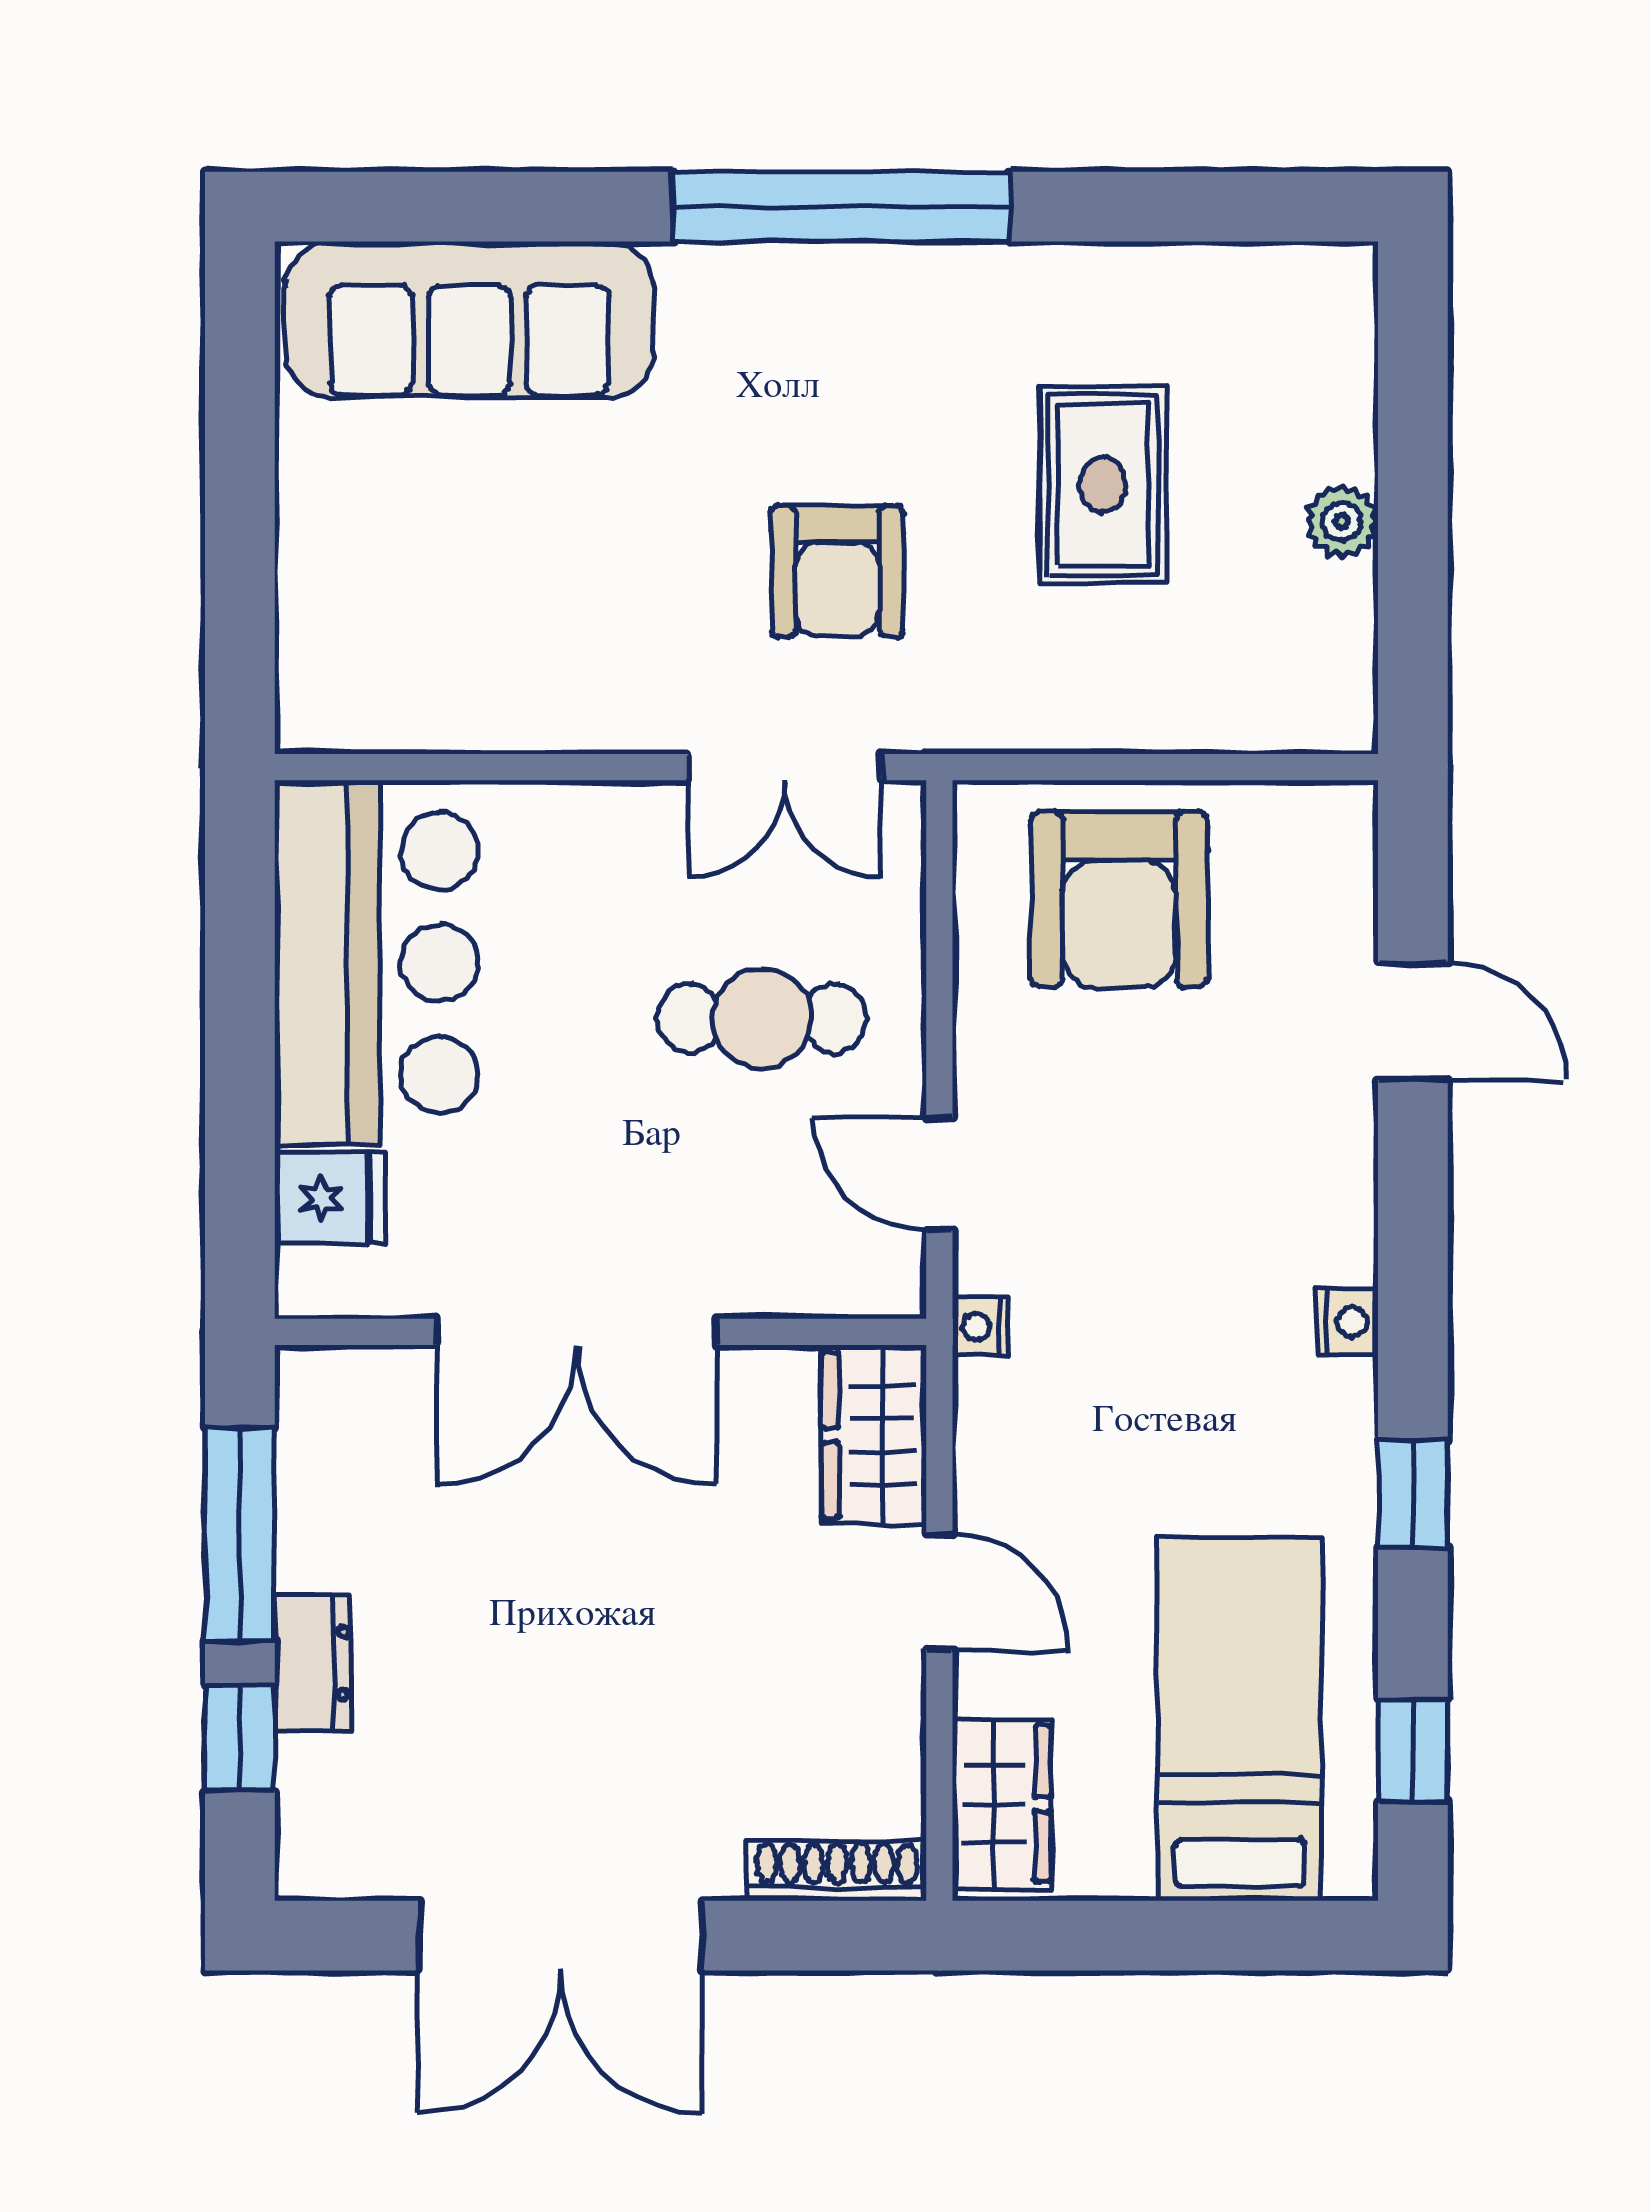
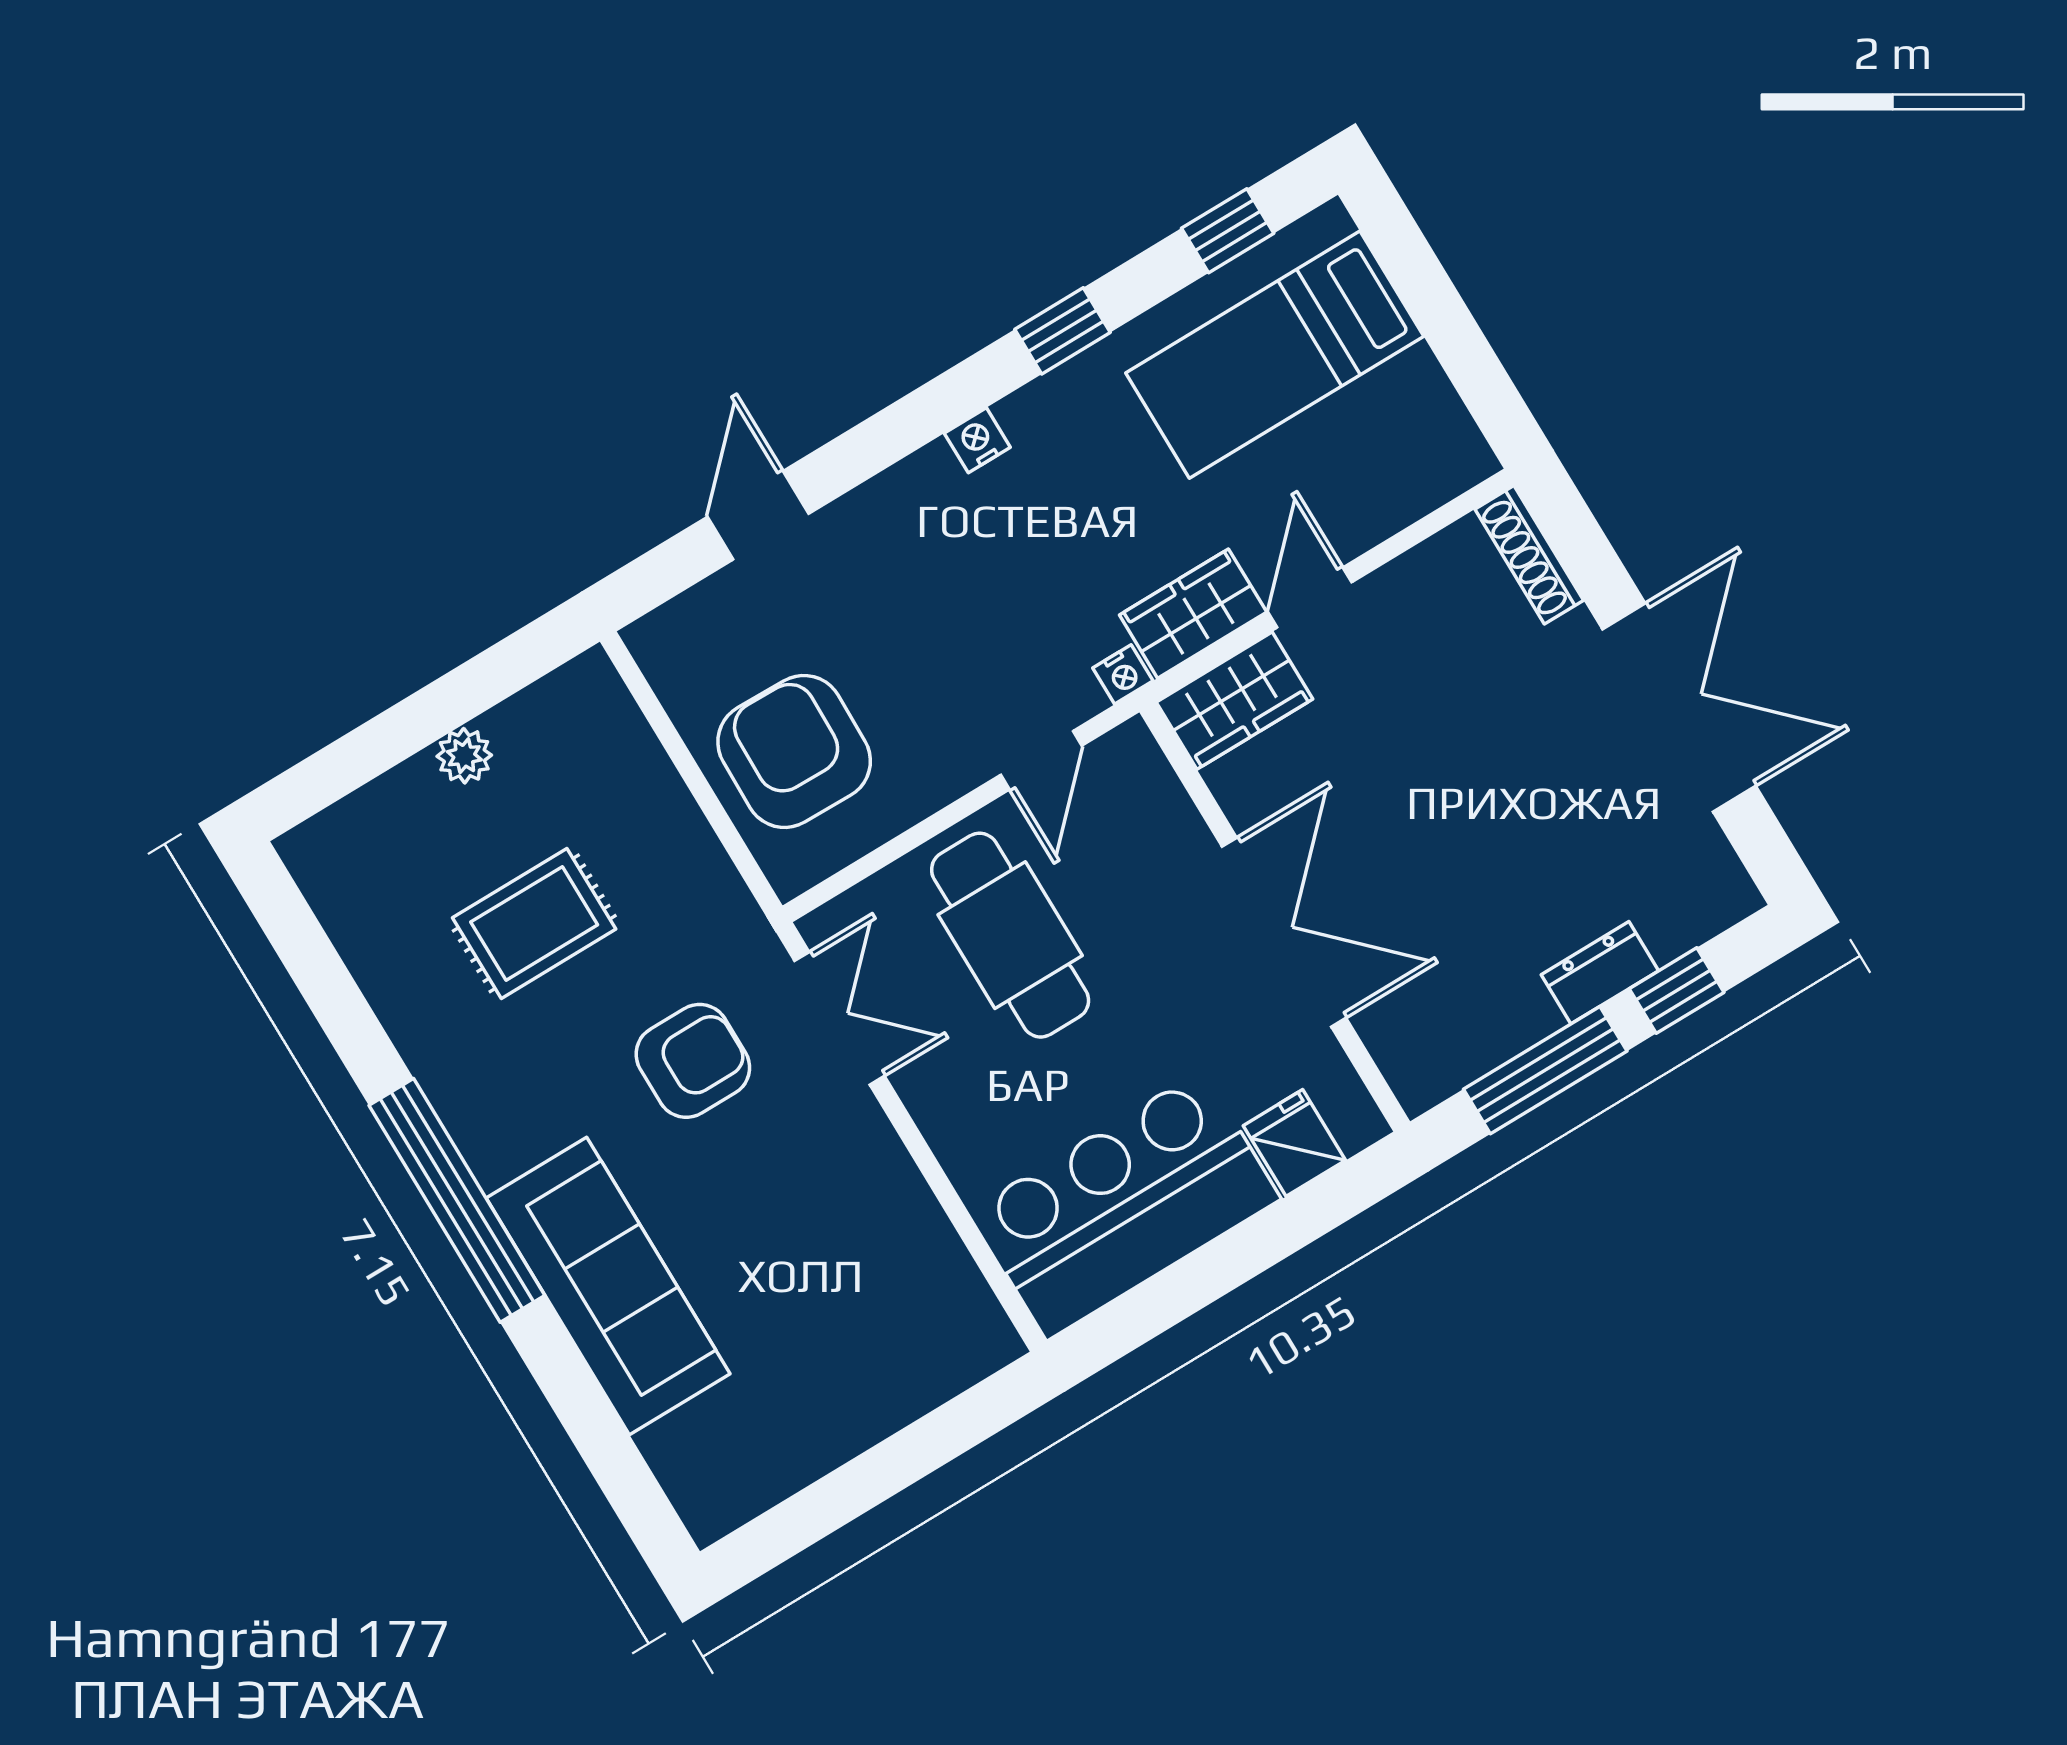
sofa: (469, 320) -> (608, 1286), moved
armchair: (1119, 899) -> (794, 751), turned -89
cafe table: (762, 1018) -> (1010, 935), width x1.37, depth x1.35
wardrobe: (1002, 1804) -> (1193, 614), moved

